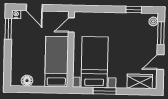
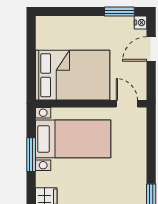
bed: (57, 62) -> (73, 75), width x1.50
floor lamp: (27, 81) -> (44, 41), removed

